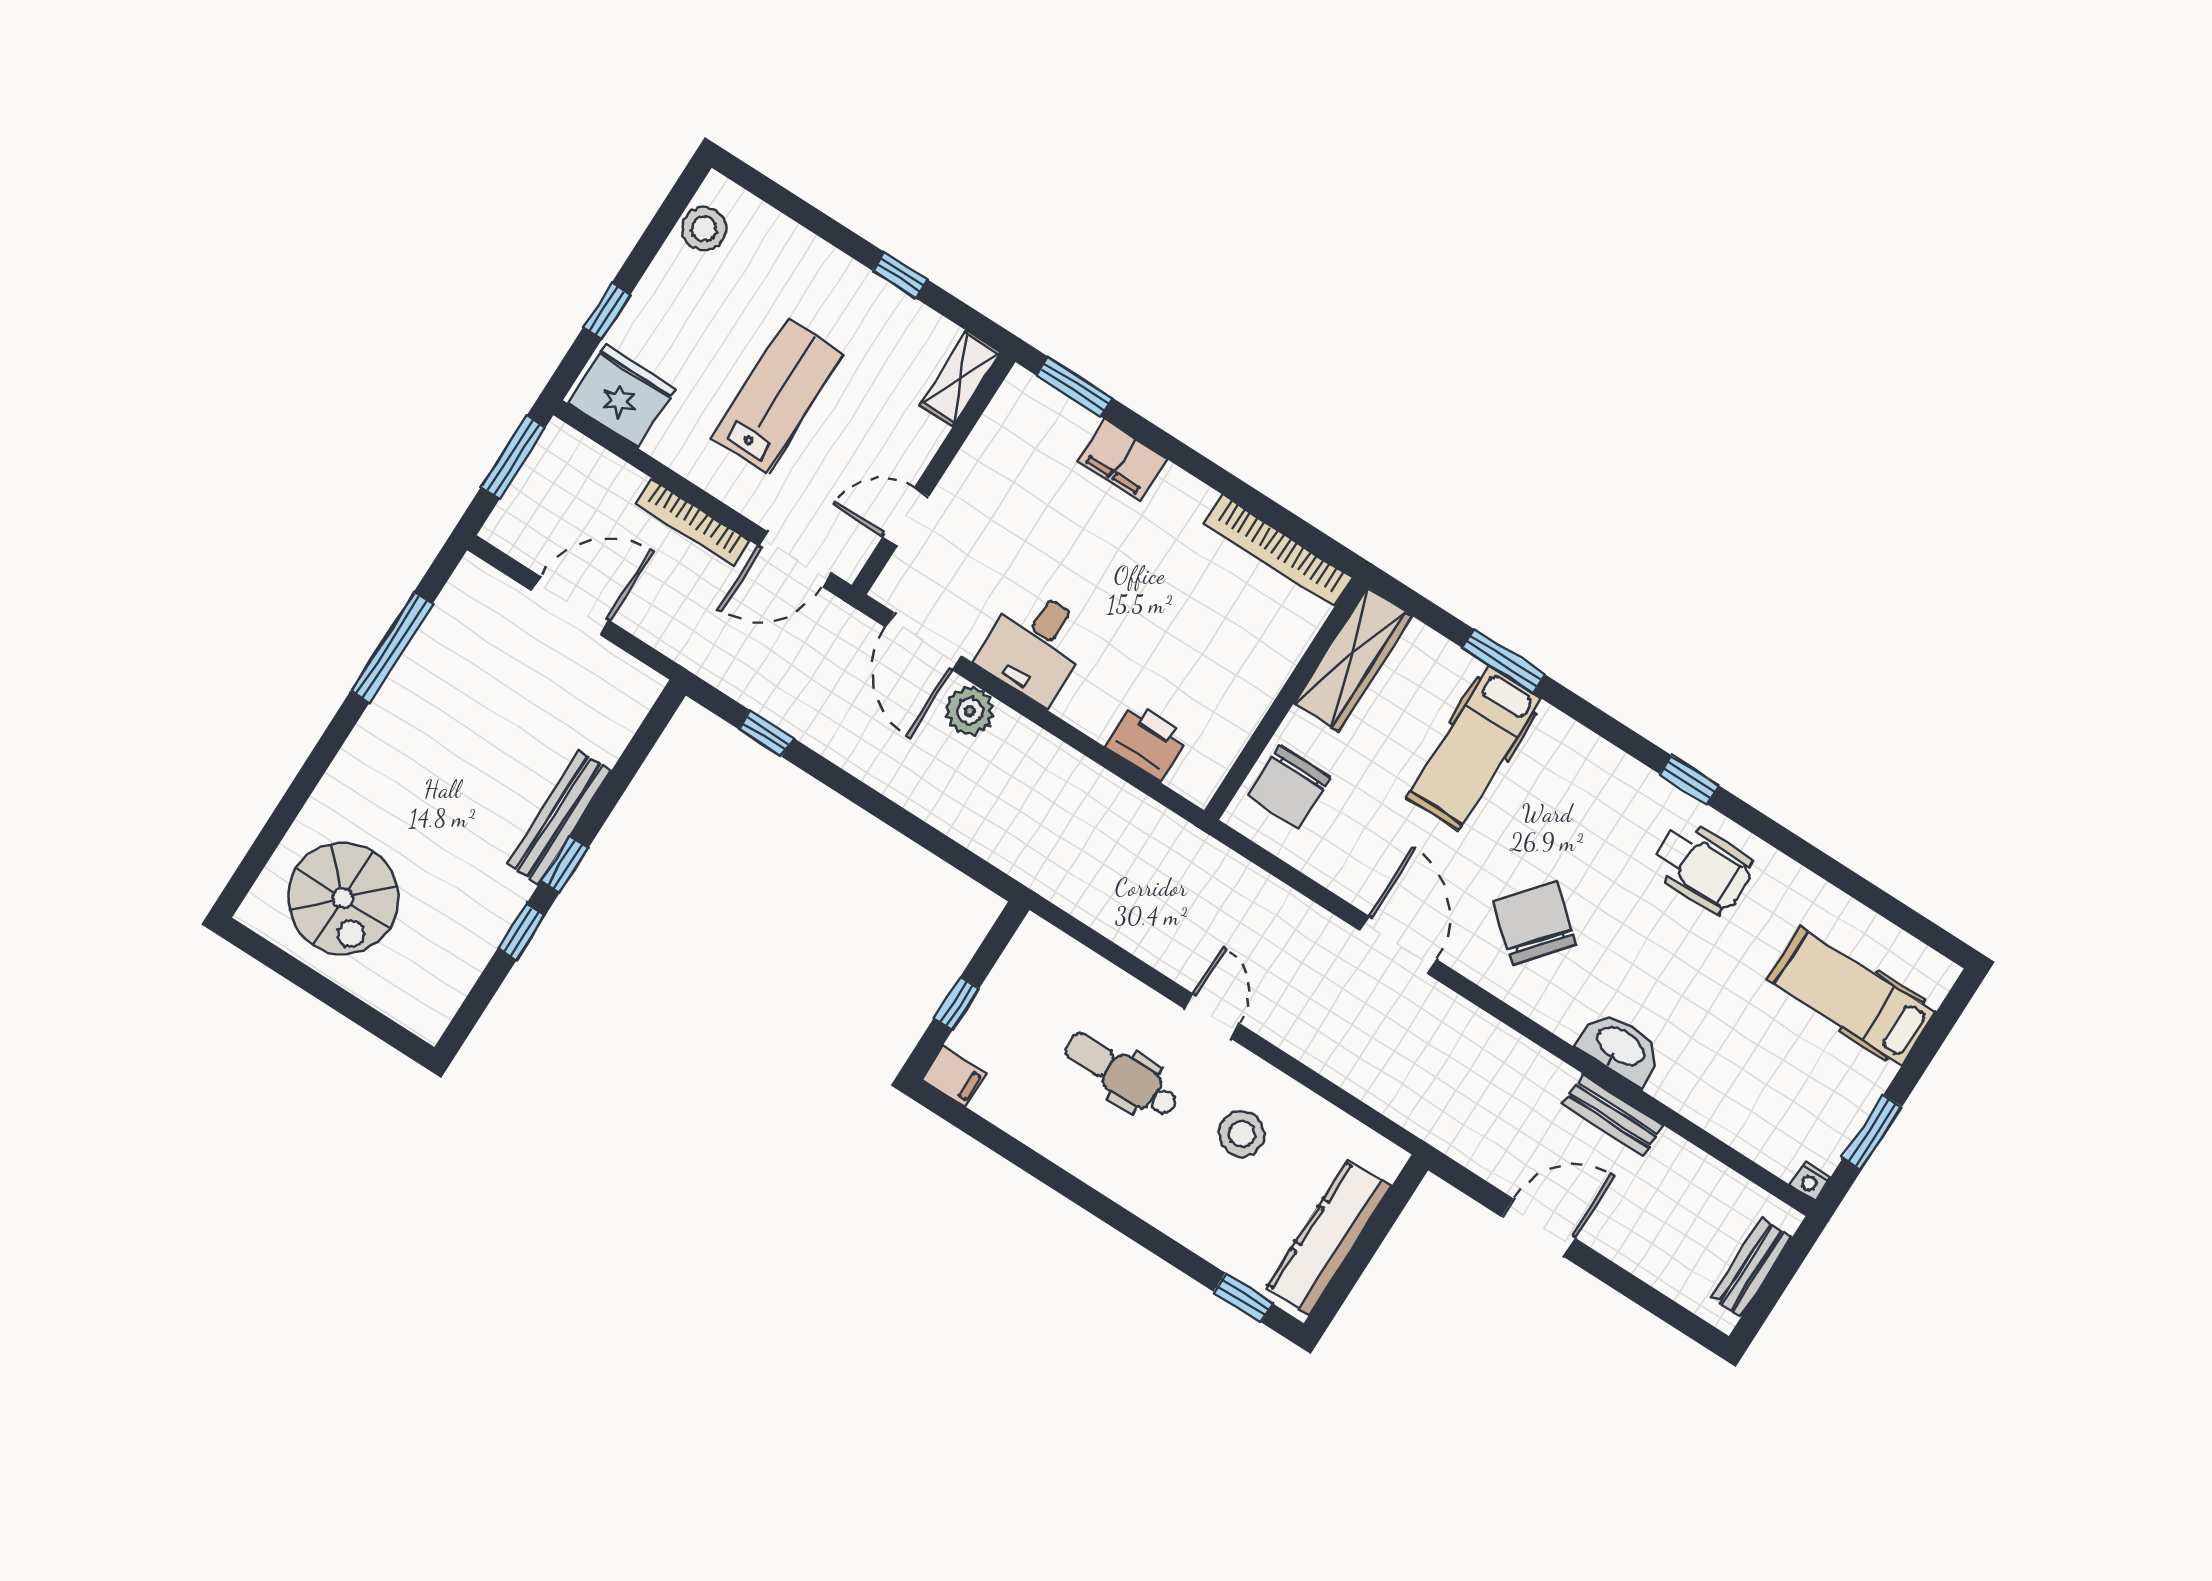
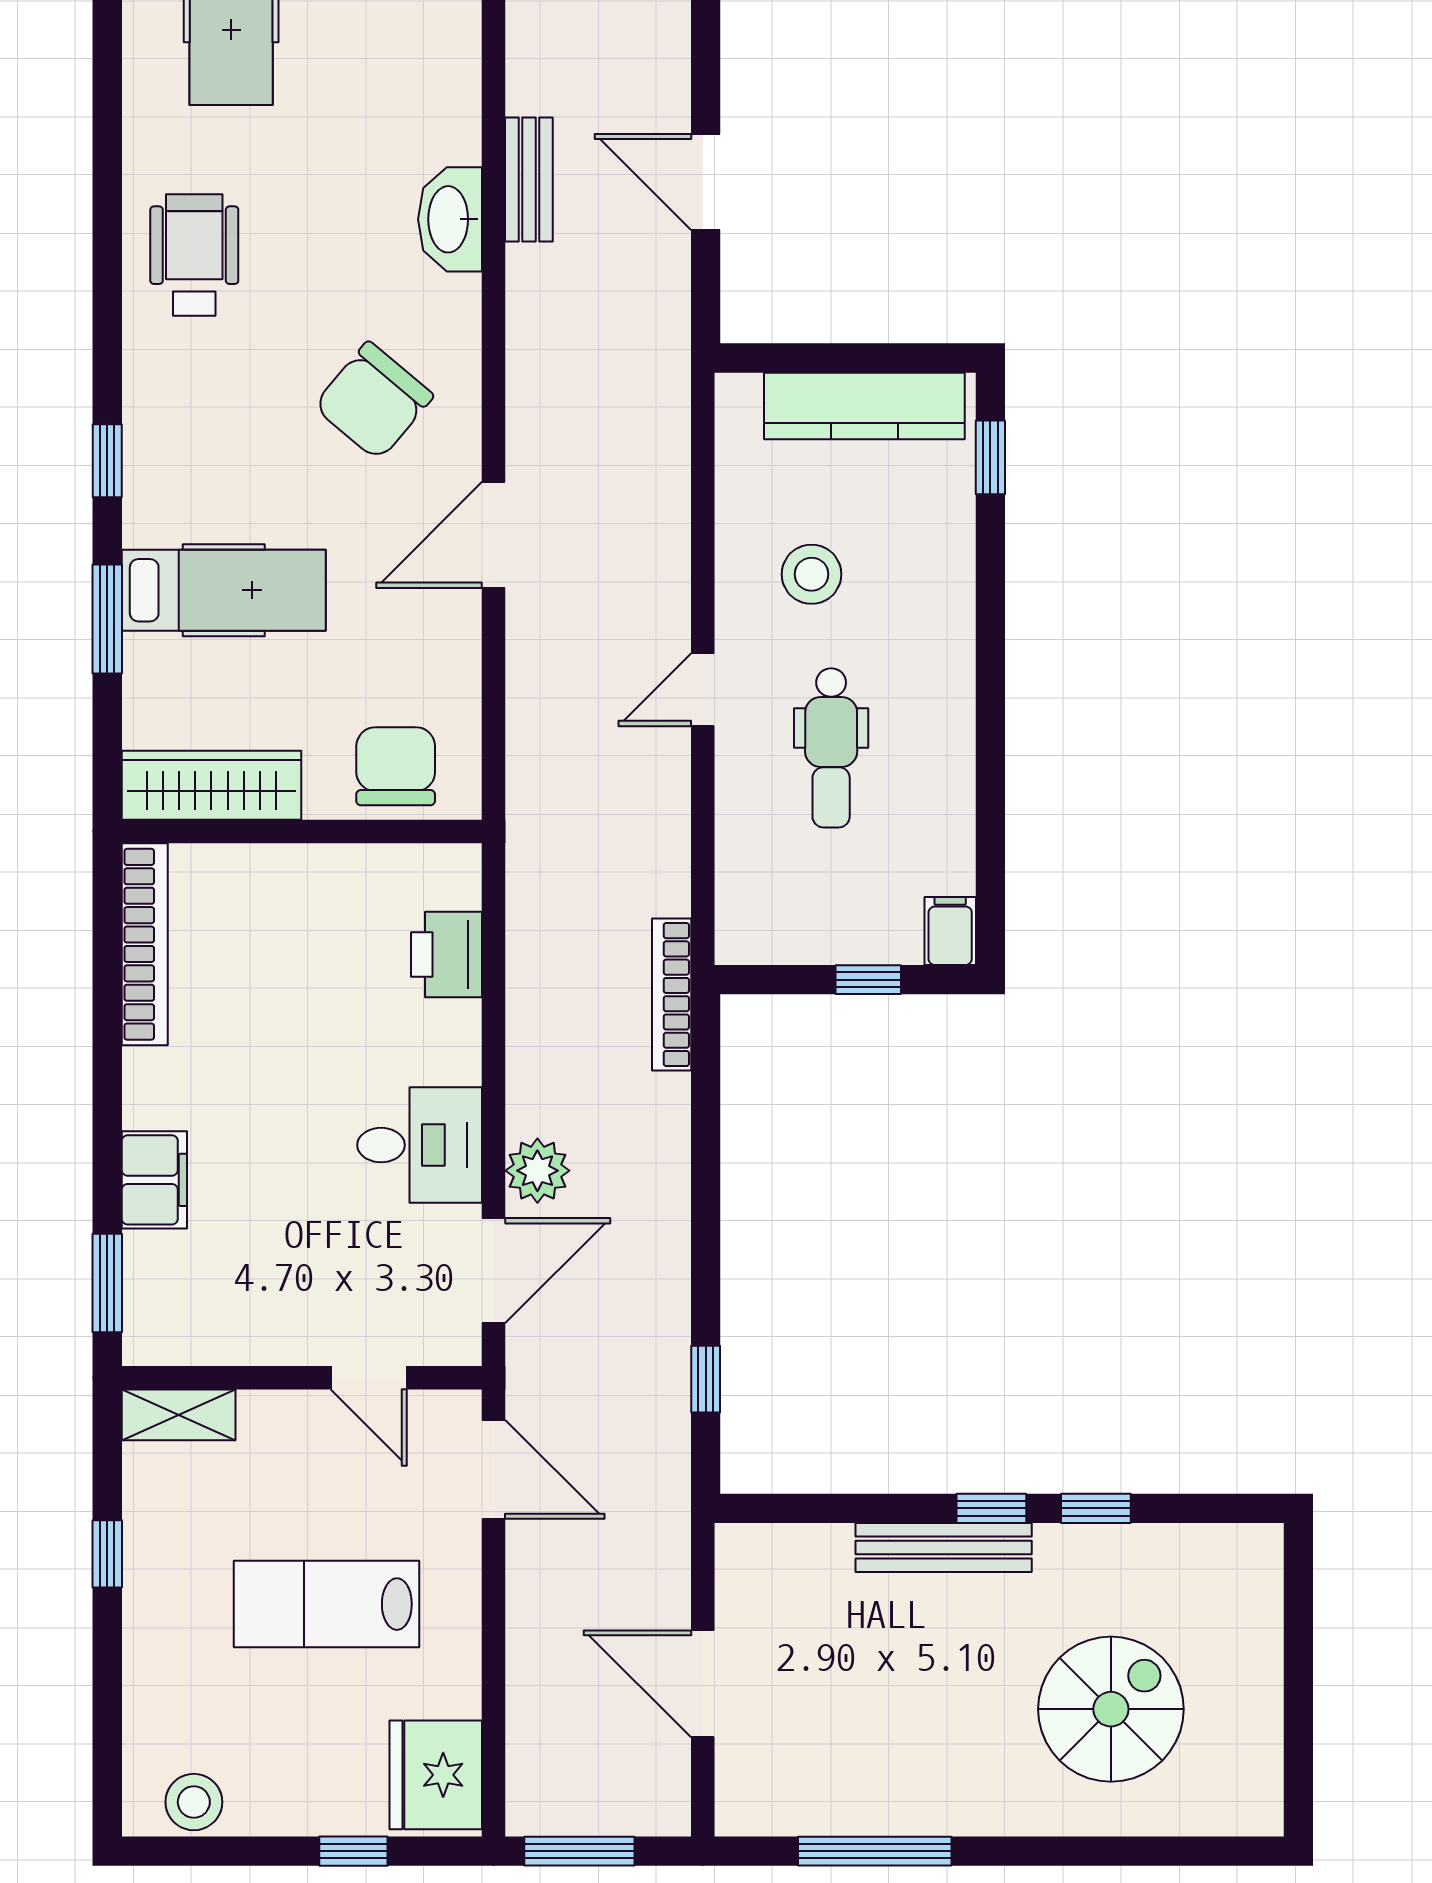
bookcase: (693, 522) -> (672, 995), moved, turned 180
window: (1689, 780) -> (107, 461), moved
chair: (1289, 786) -> (396, 766), turned -90
spiral stairs: (343, 898) -> (1111, 1709), moved

